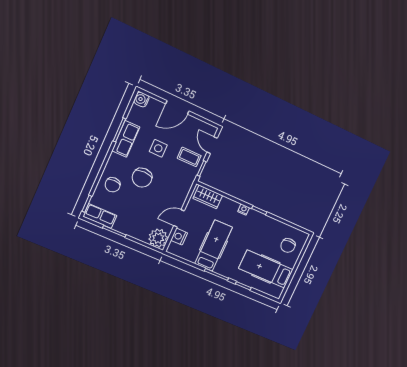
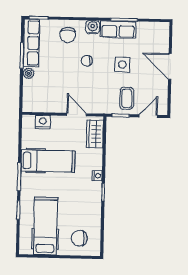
water cooler: (141, 99) -> (93, 27), moved
chair: (142, 178) -> (87, 61), width x0.54, depth x0.54
chair: (113, 185) -> (68, 35), turned -90
row of seats: (100, 216) -> (31, 43), width x1.48
door: (179, 218) -> (77, 115), moved
plant: (158, 238) -> (29, 73), moved, width x0.53, depth x0.53

